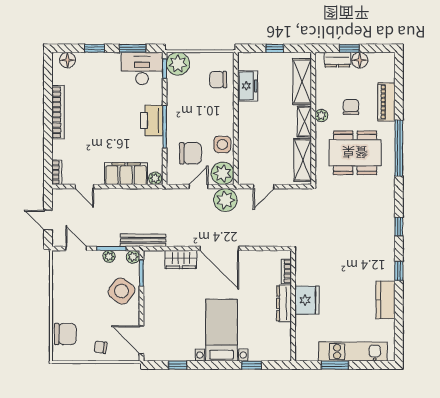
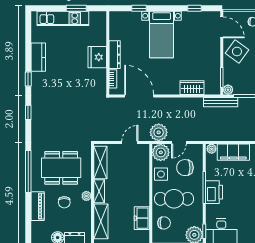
cafe table: (205, 112) -> (174, 199), added
door: (219, 249) -> (139, 96), moved
plant: (109, 256) -> (246, 90), removed
side table: (122, 291) -> (237, 51), moved

